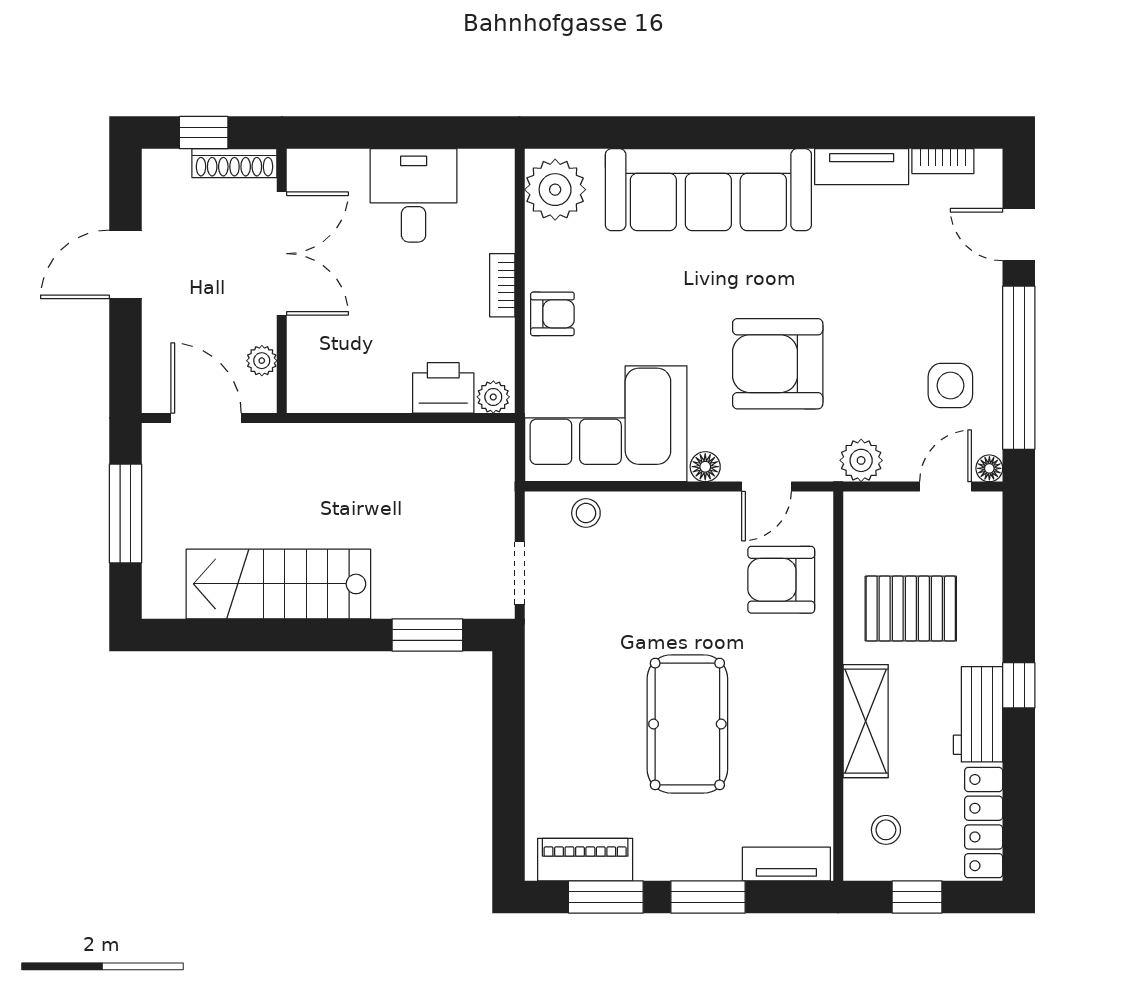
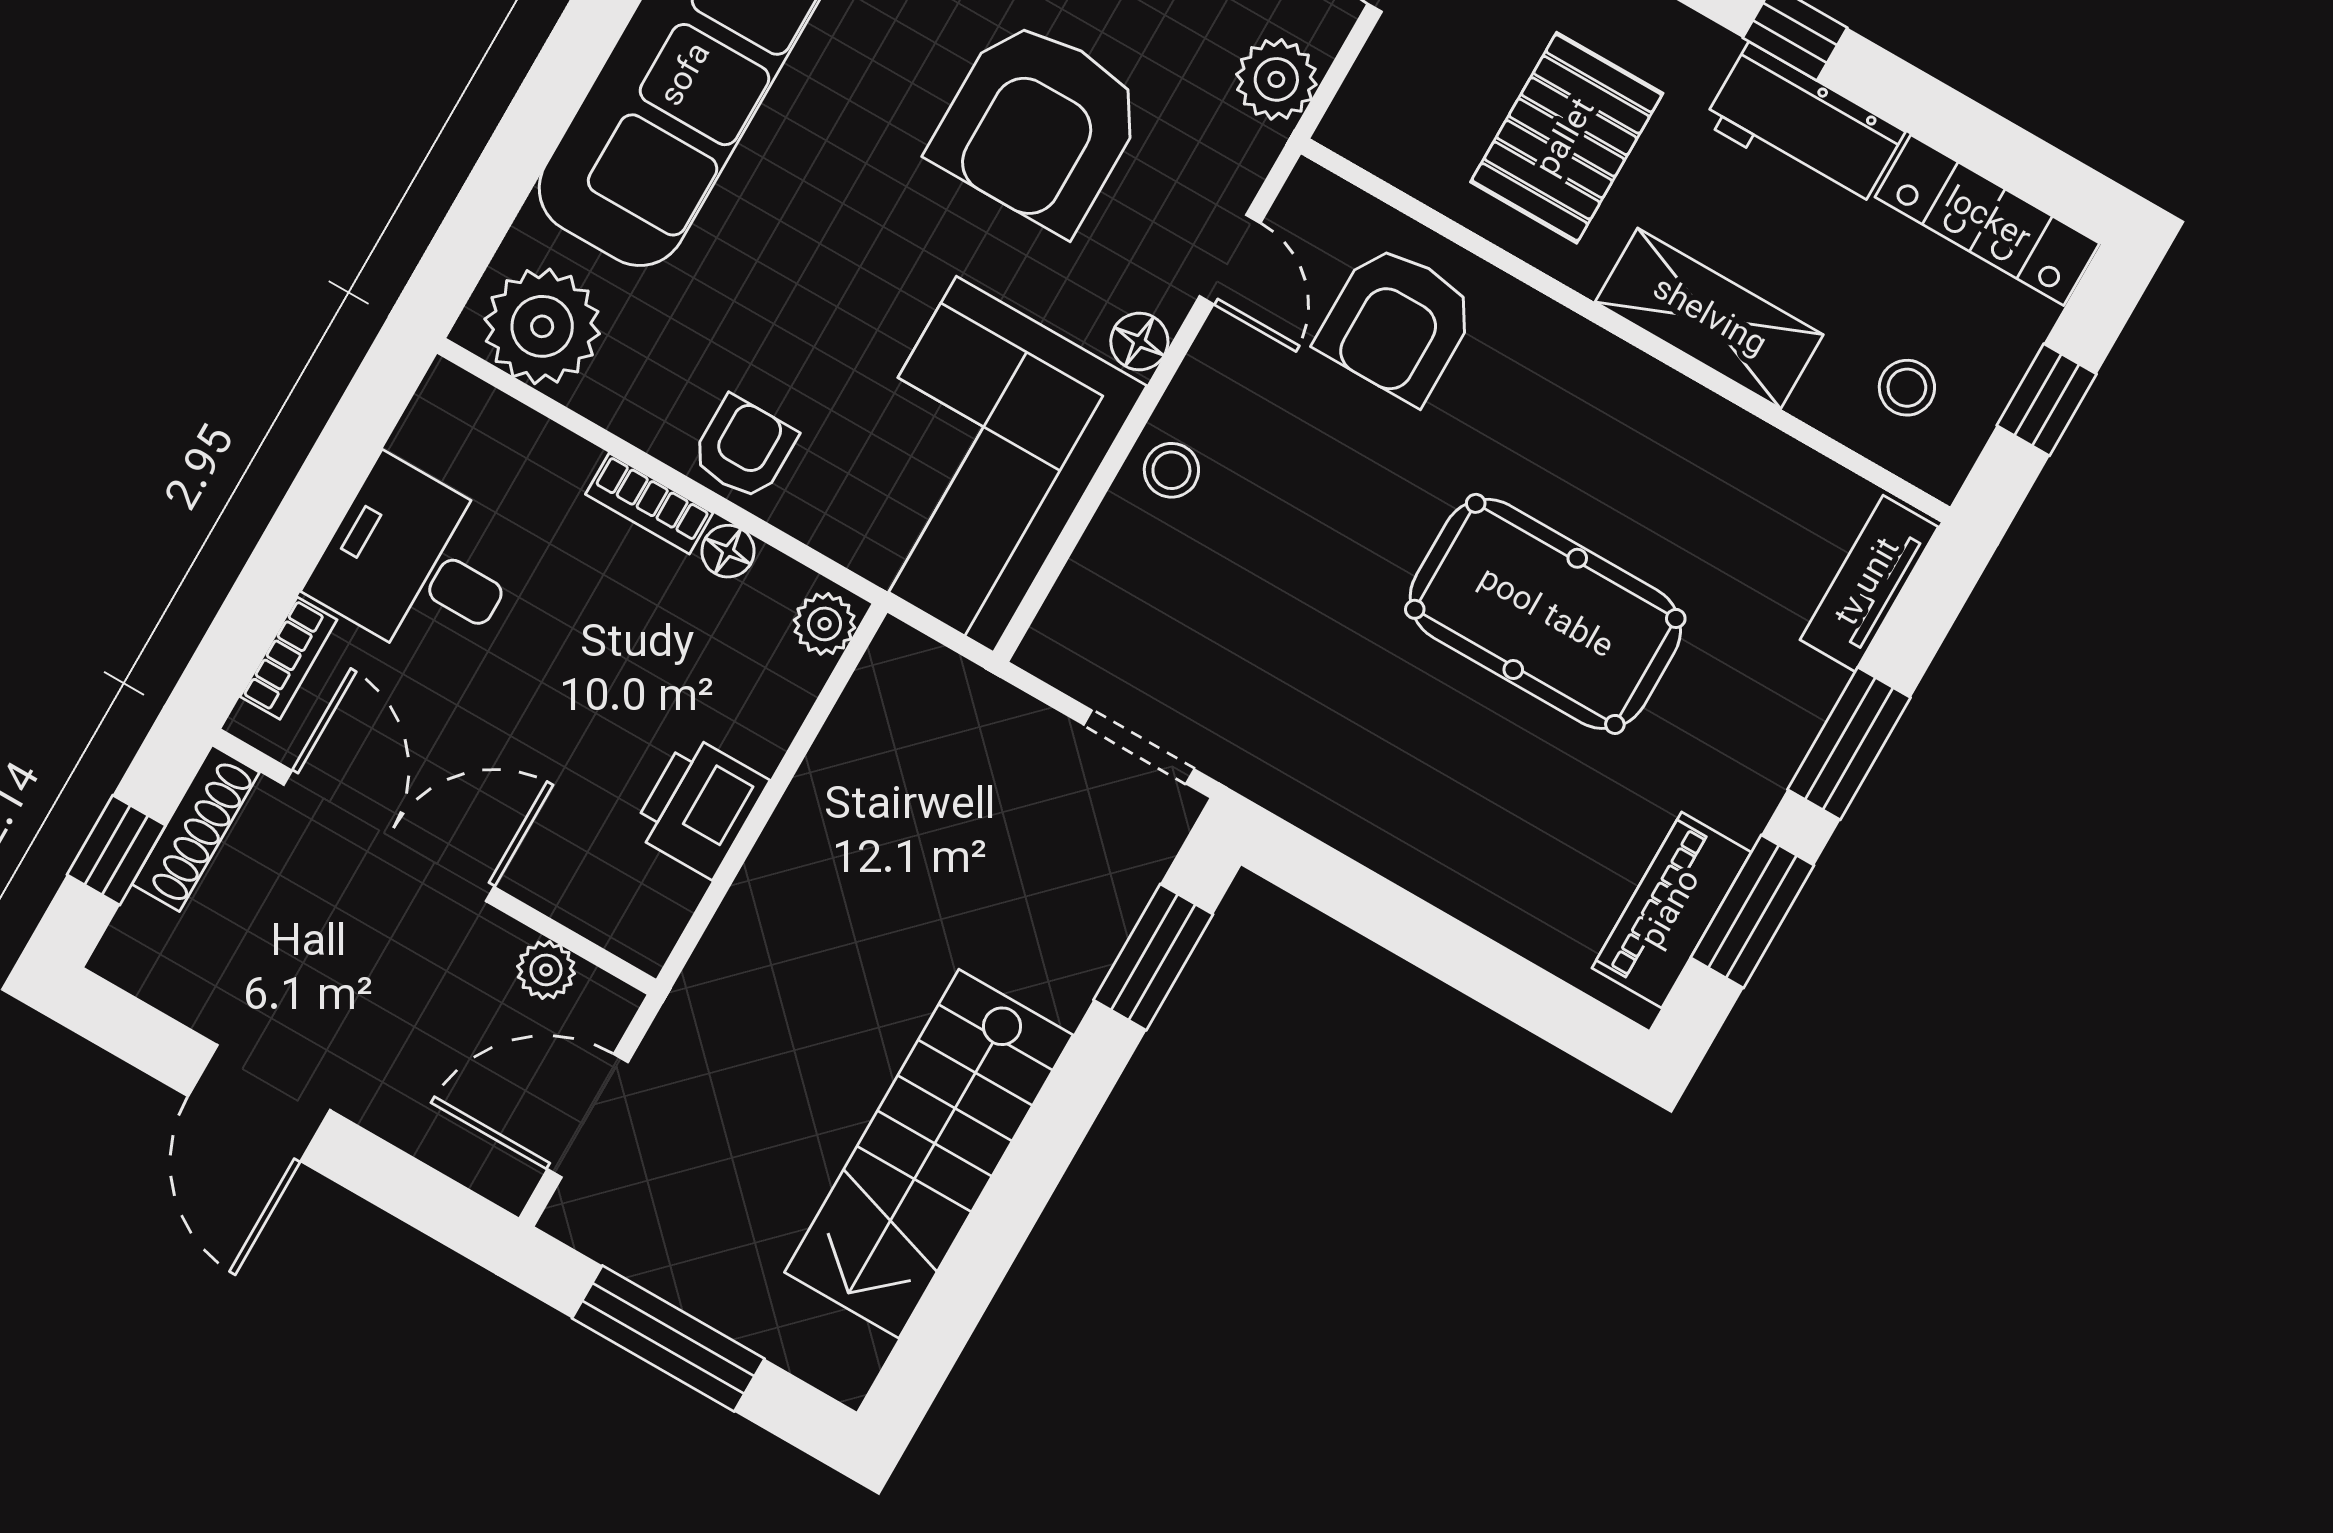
bookcase: (337, 161) -> (289, 658), added
floor lamp: (501, 334) -> (728, 551), added
printer: (443, 388) -> (700, 807), moved
stool: (586, 513) -> (1171, 470), moved

